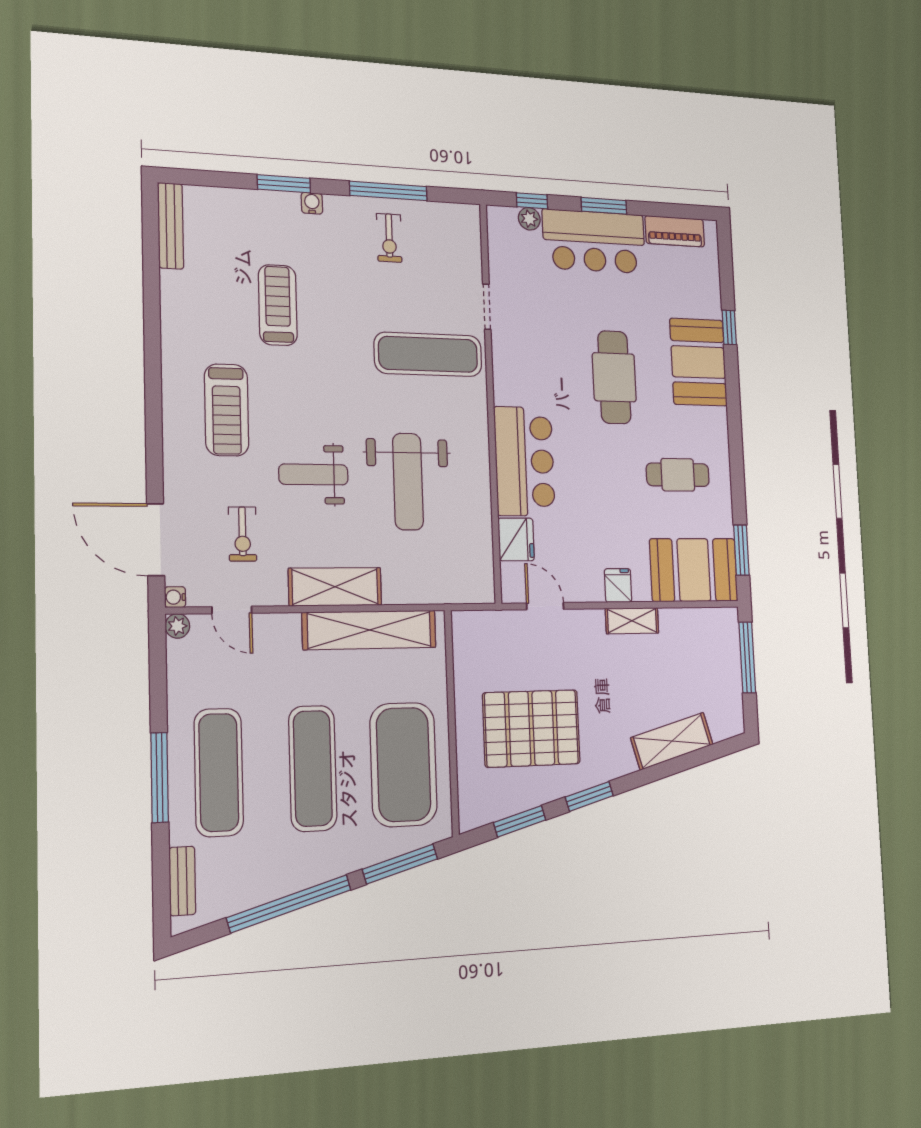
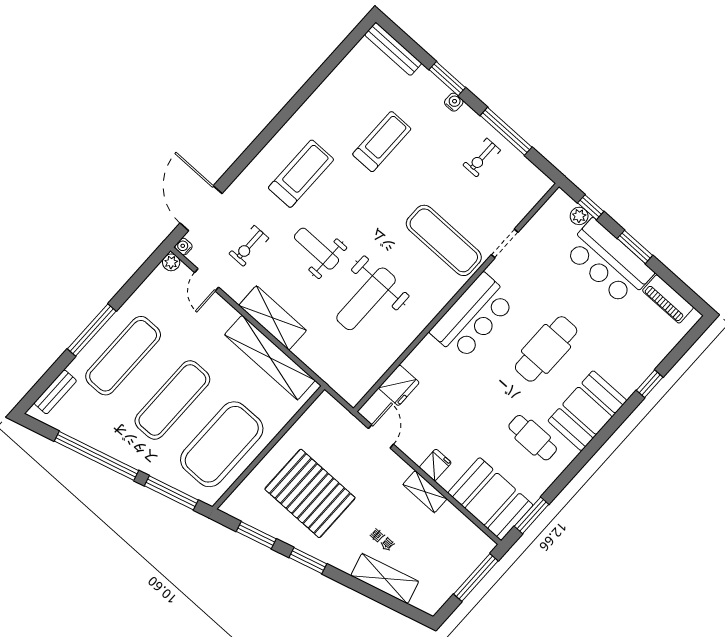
bench: (171, 226) -> (393, 49), moved, turned 90
booth: (698, 362) -> (587, 411), moved
treadmill: (227, 410) -> (301, 174), turned 180
bar counter: (524, 461) -> (473, 317), moved

